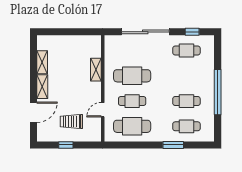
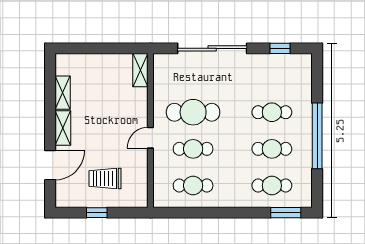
cafe table: (186, 50) -> (272, 112), moved
shelving: (96, 70) -> (140, 70), moved
door: (103, 110) -> (150, 138), moved
cafe table: (132, 126) -> (193, 186), width x0.73, depth x0.74
window: (173, 145) -> (286, 213), moved

